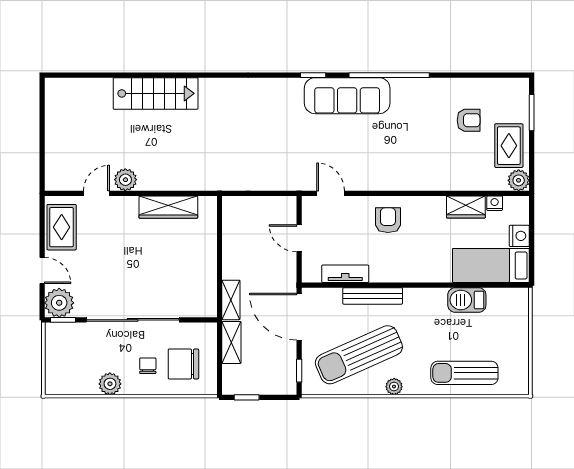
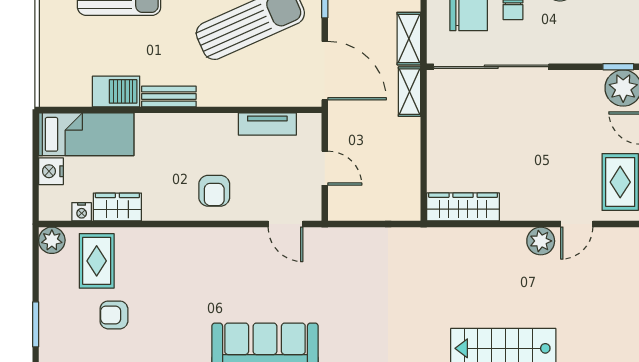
rug: (509, 146) -> (97, 261), moved
wardrobe: (168, 207) -> (463, 207), moved
bench: (373, 296) -> (169, 96), moved, width x0.73
sliding door: (133, 320) -> (491, 67), moved

